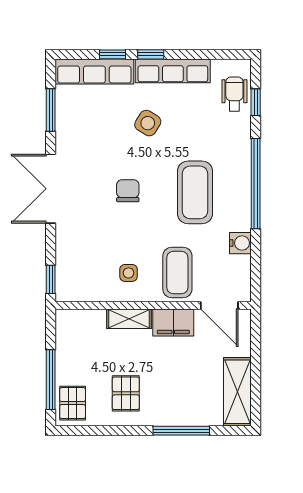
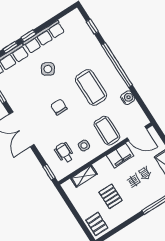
wheelchair: (234, 94) -> (64, 153), moved
shelving: (129, 319) -> (84, 176), moved
window: (51, 380) -> (79, 219), removed
pallet: (126, 393) -> (111, 196), moved

